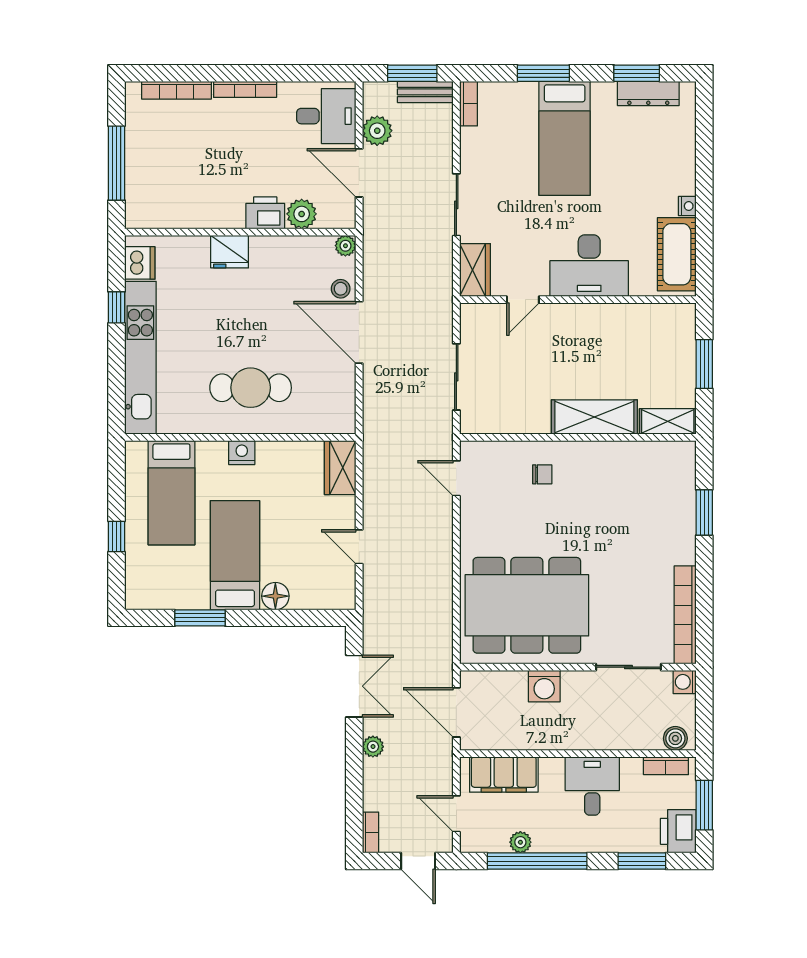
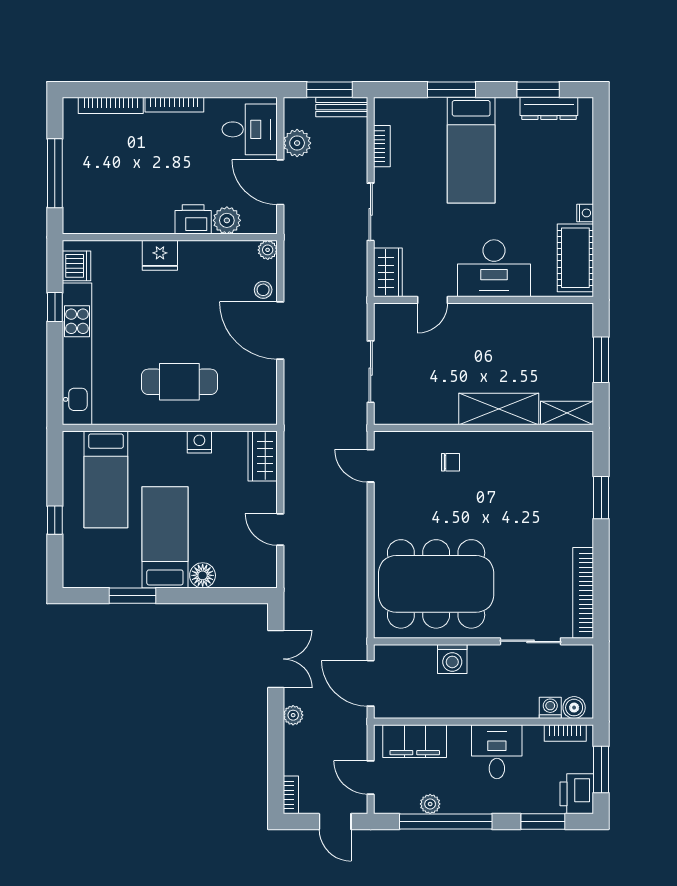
bookcase: (469, 104) -> (382, 146), moved
nightstand: (242, 453) -> (199, 442), moved
washing machine: (685, 682) -> (550, 708), moved, turned 90

